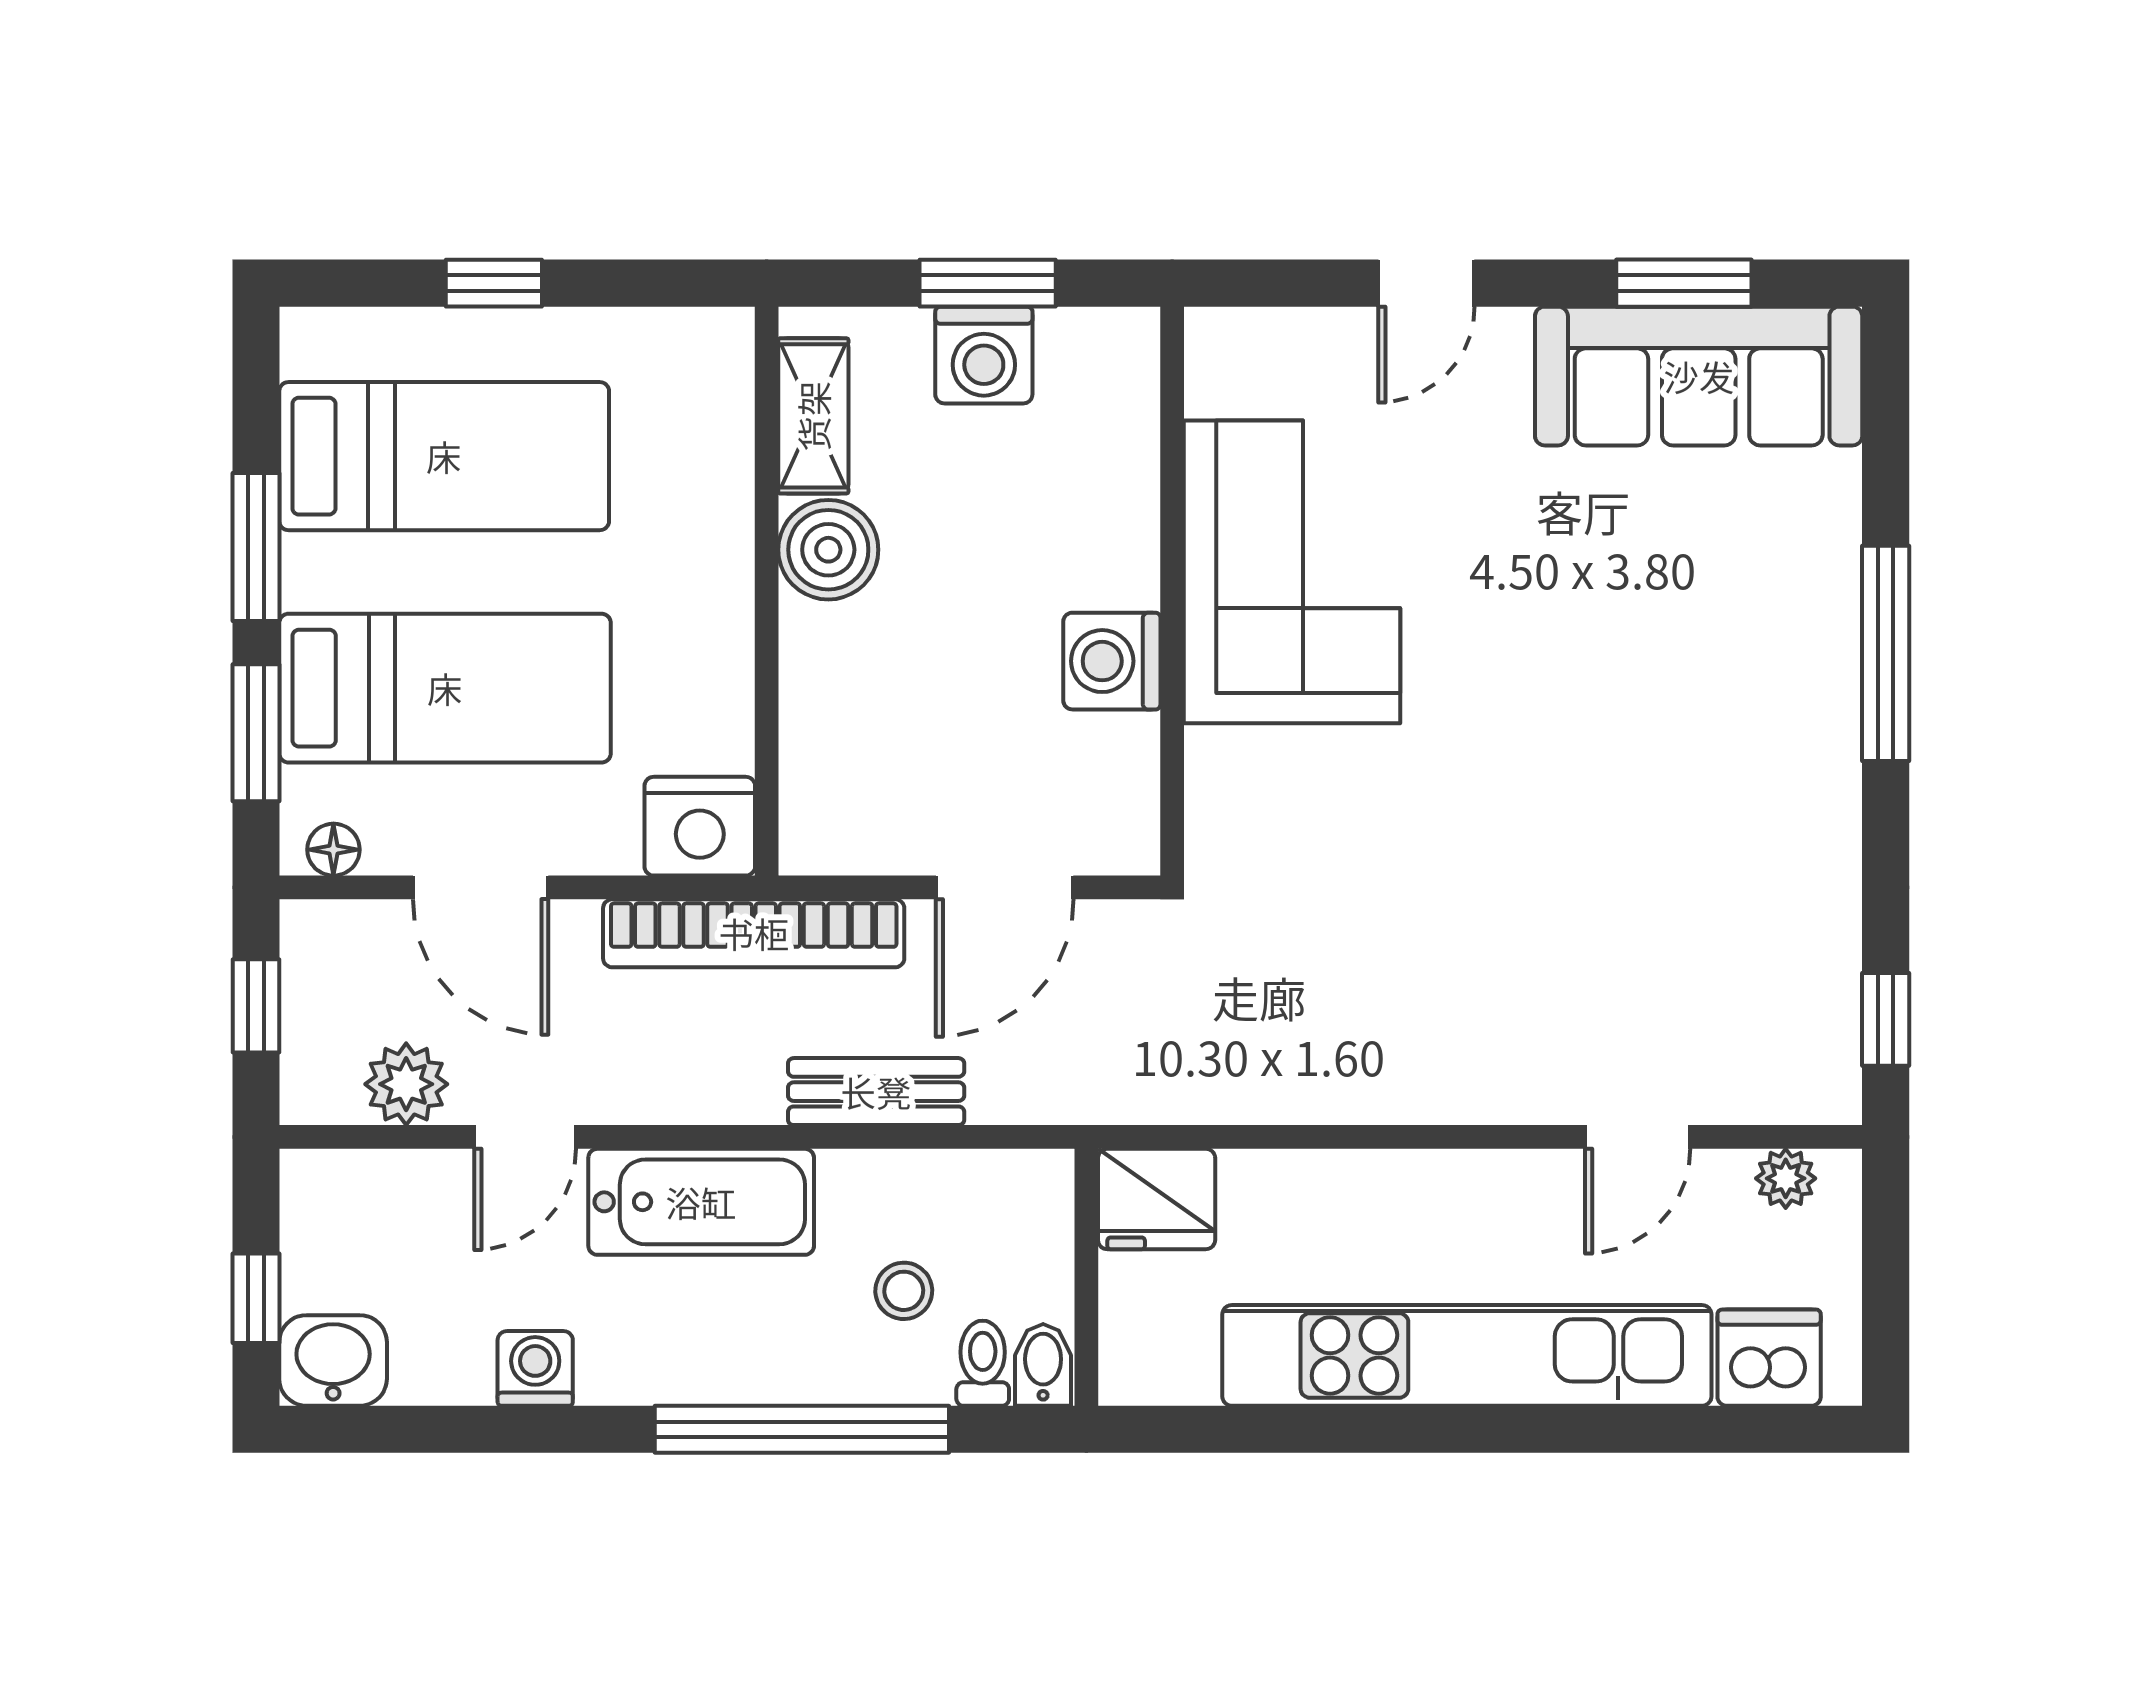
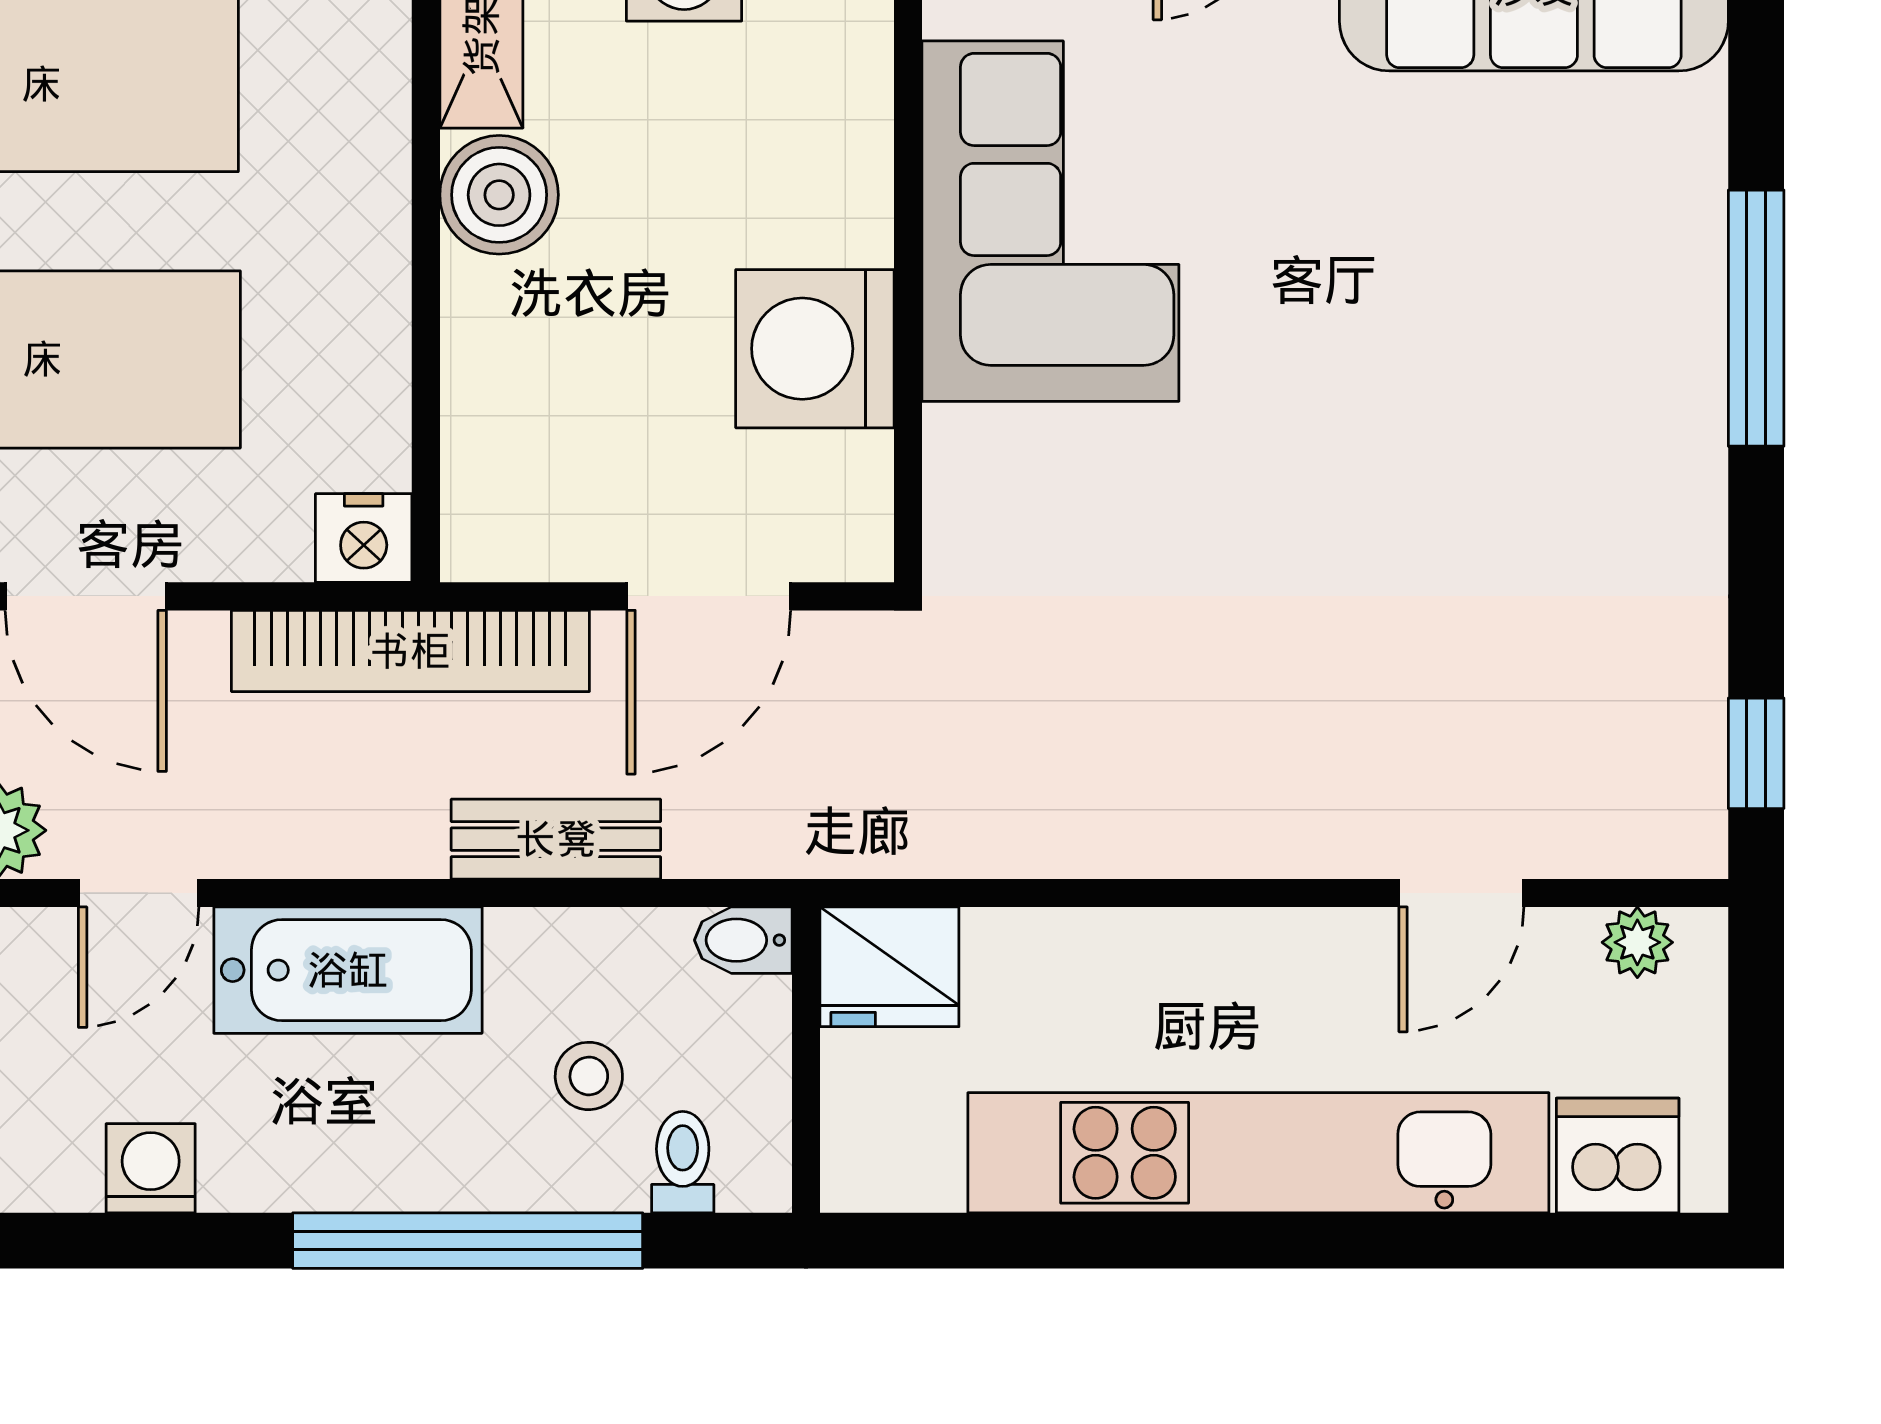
washing machine: (1112, 661) -> (815, 349), width x1.37, depth x1.37
nightstand: (700, 826) -> (364, 538), width x0.74, depth x0.75
bidet: (1043, 1365) -> (743, 940), moved, turned -90

